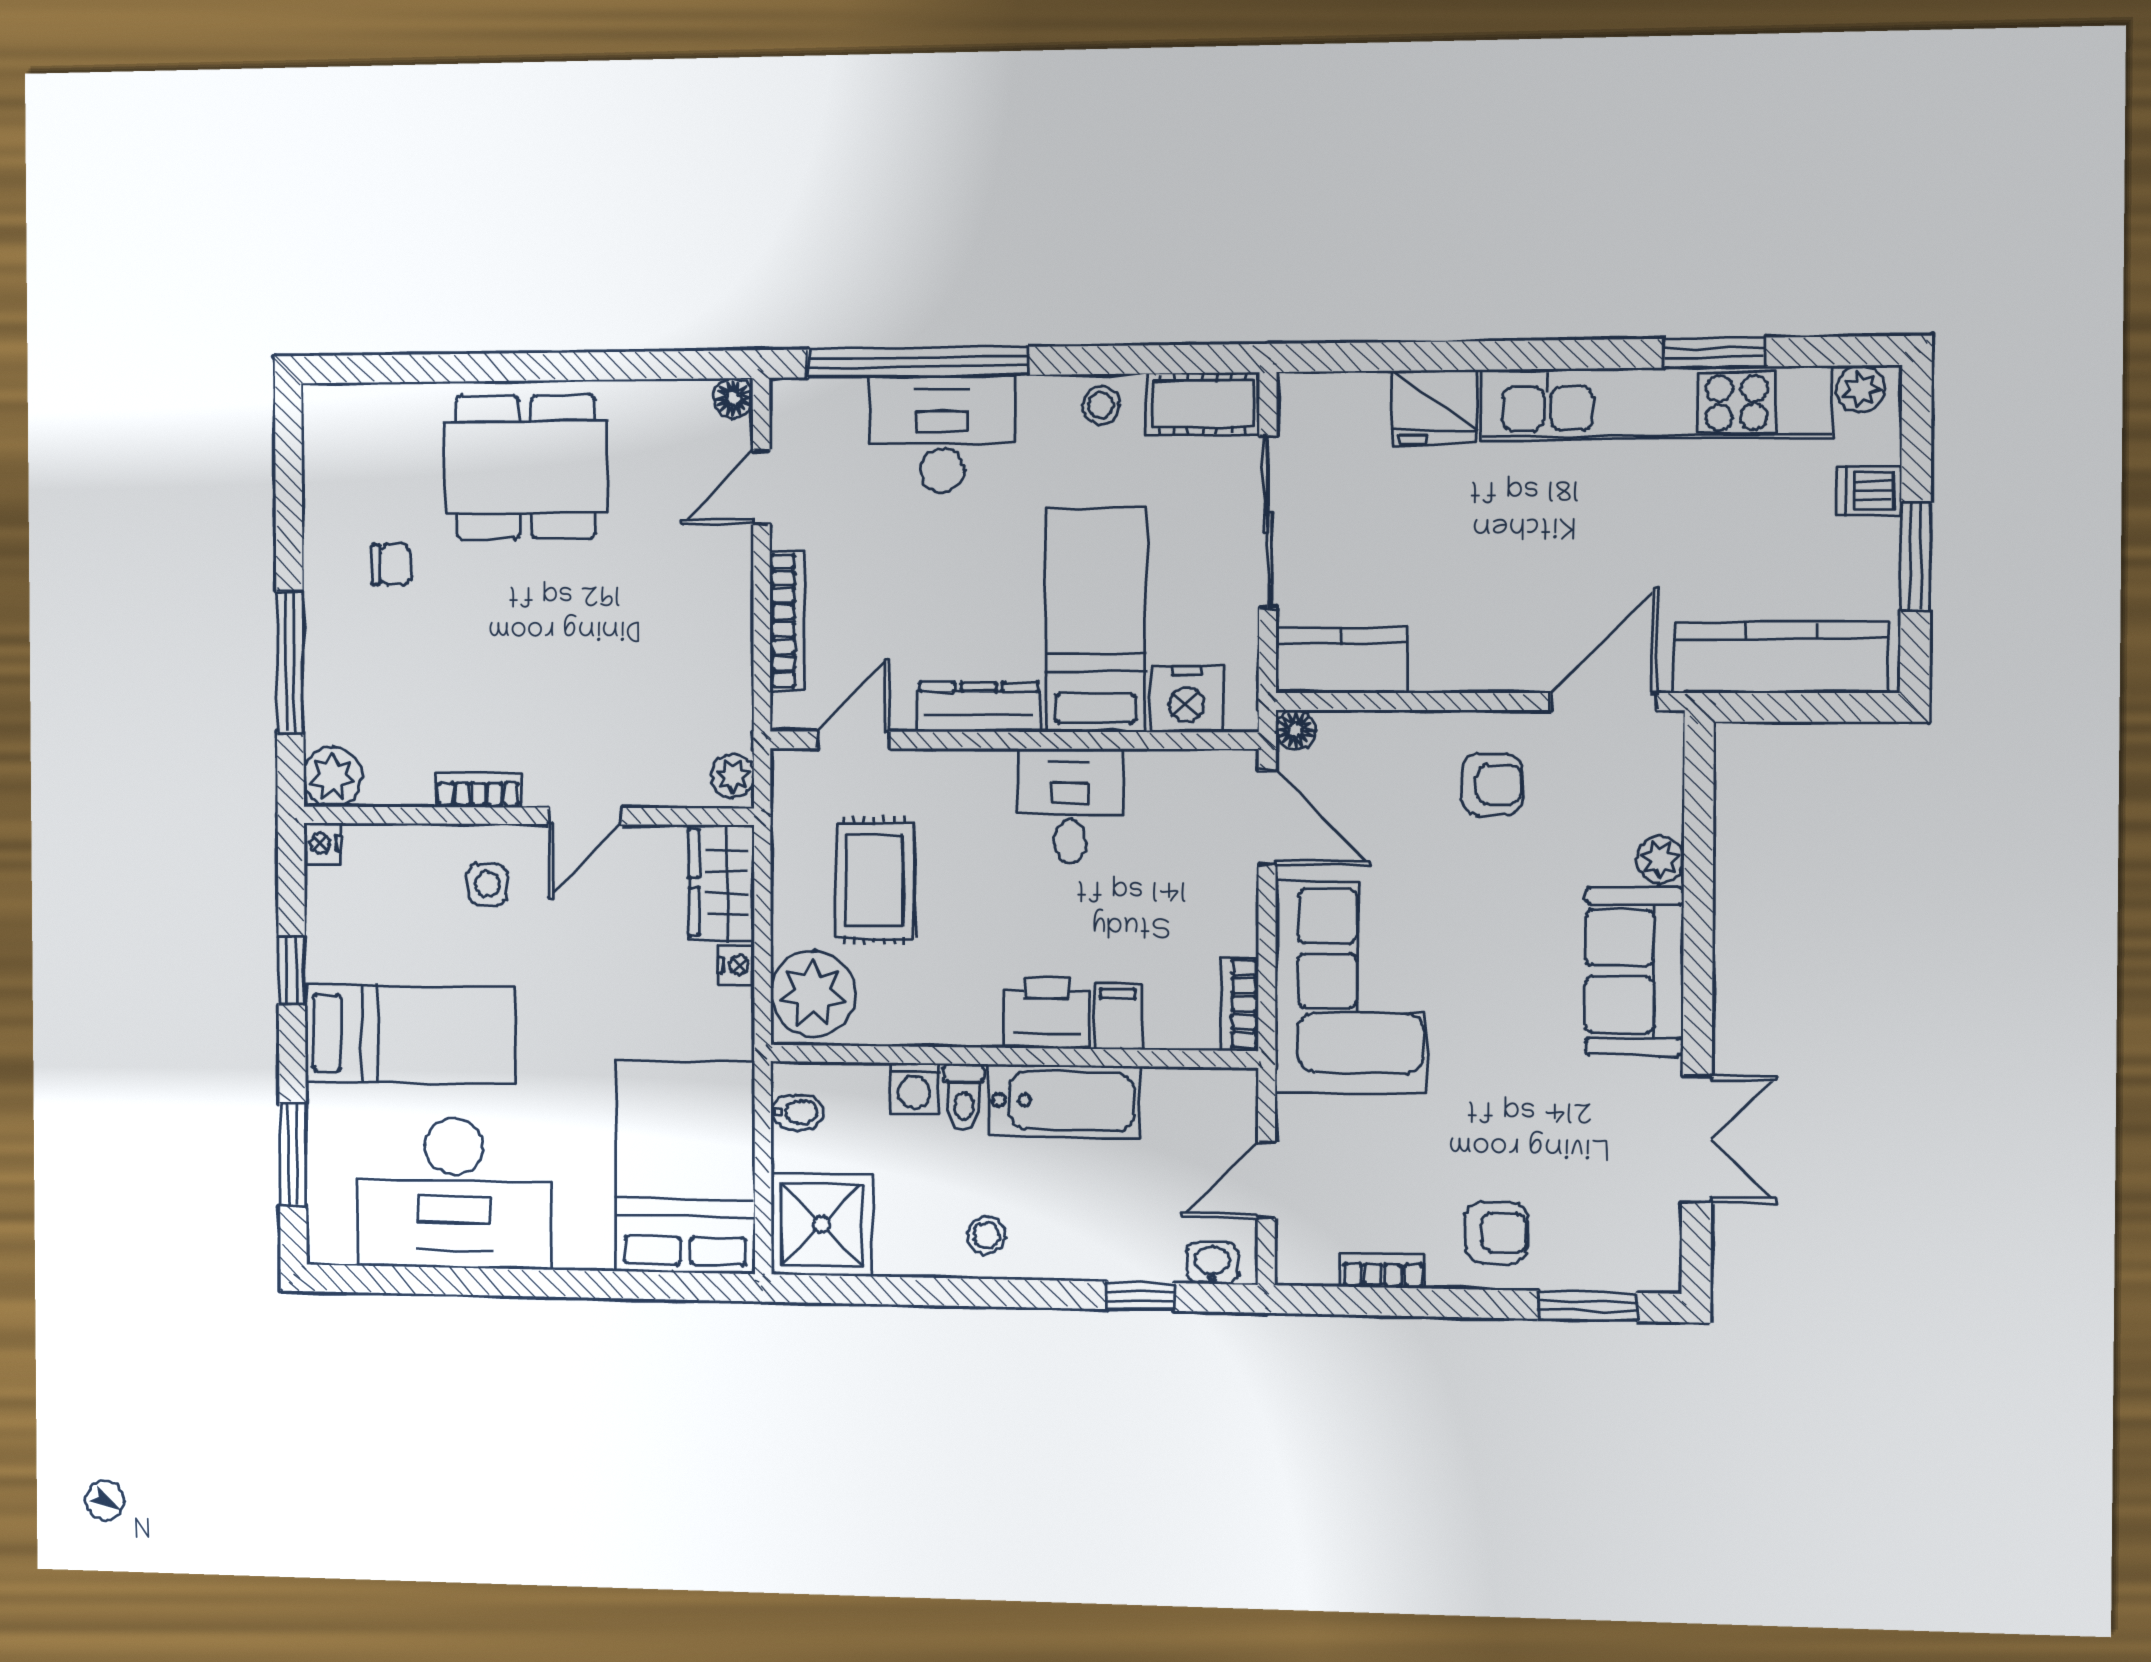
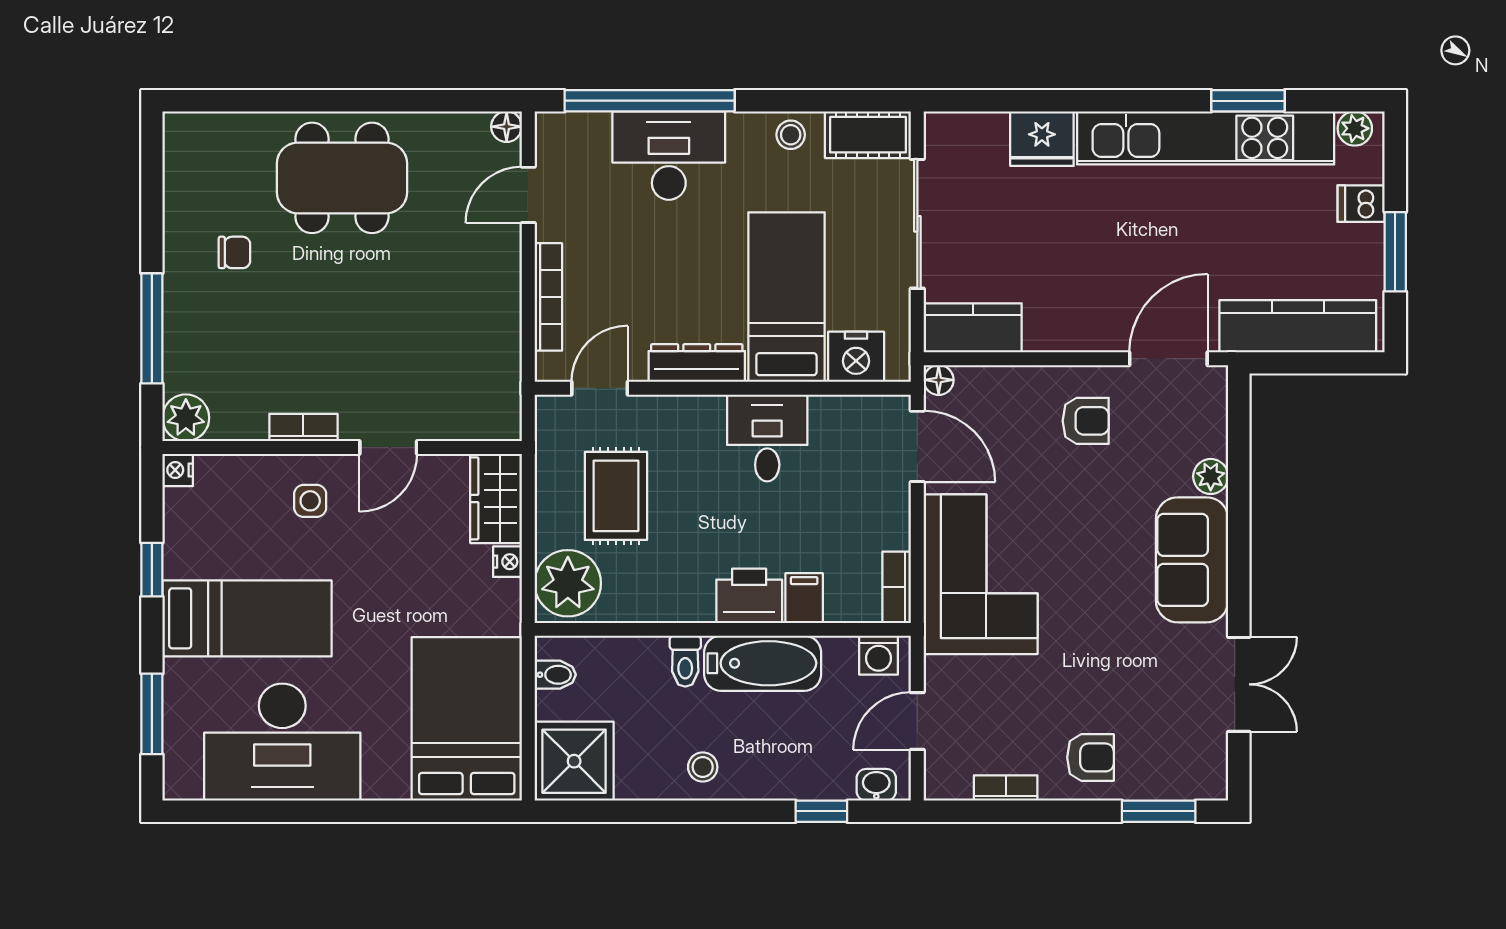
plant: (733, 776) -> (505, 416), removed
washing machine: (914, 1088) -> (878, 655), moved

